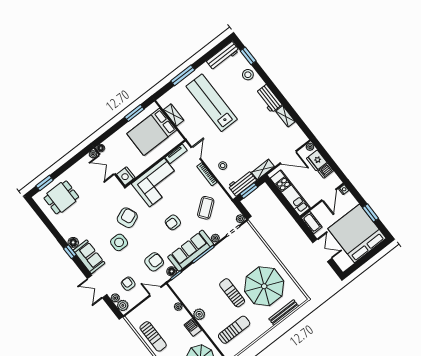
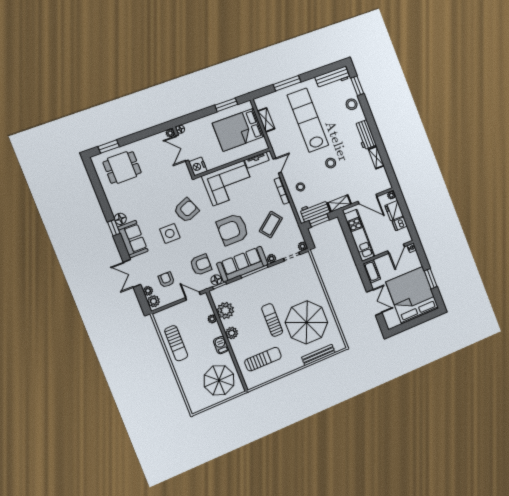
stool: (244, 135) -> (331, 163), added
armchair: (173, 222) -> (233, 229), width x1.88, depth x1.88
plant: (188, 296) -> (225, 311), added

